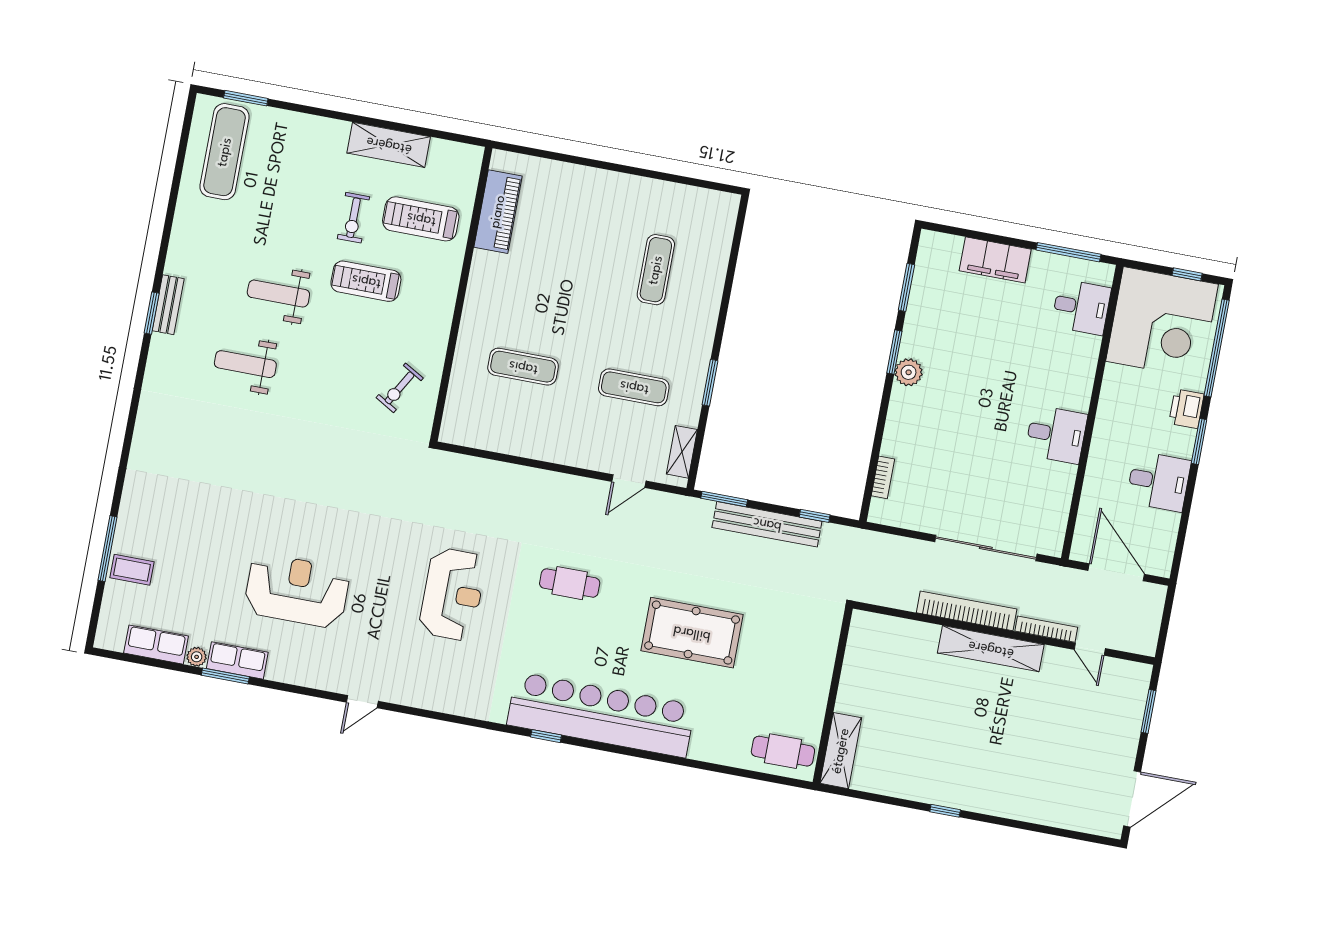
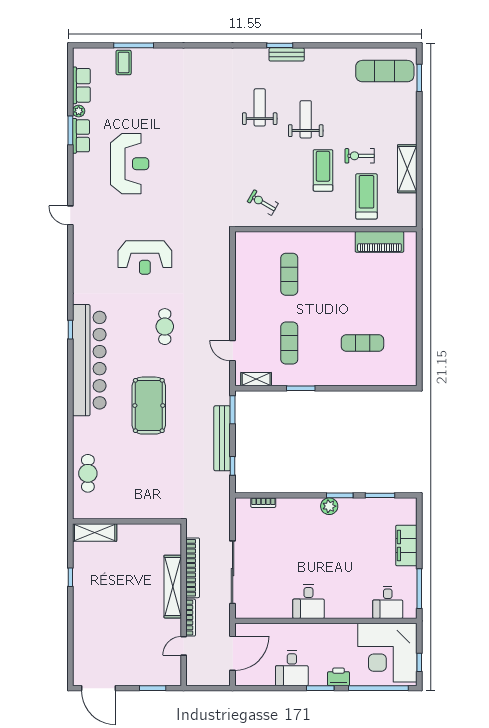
wall: (833, 695) -> (127, 521), moved
shelving: (841, 751) -> (95, 532), moved

